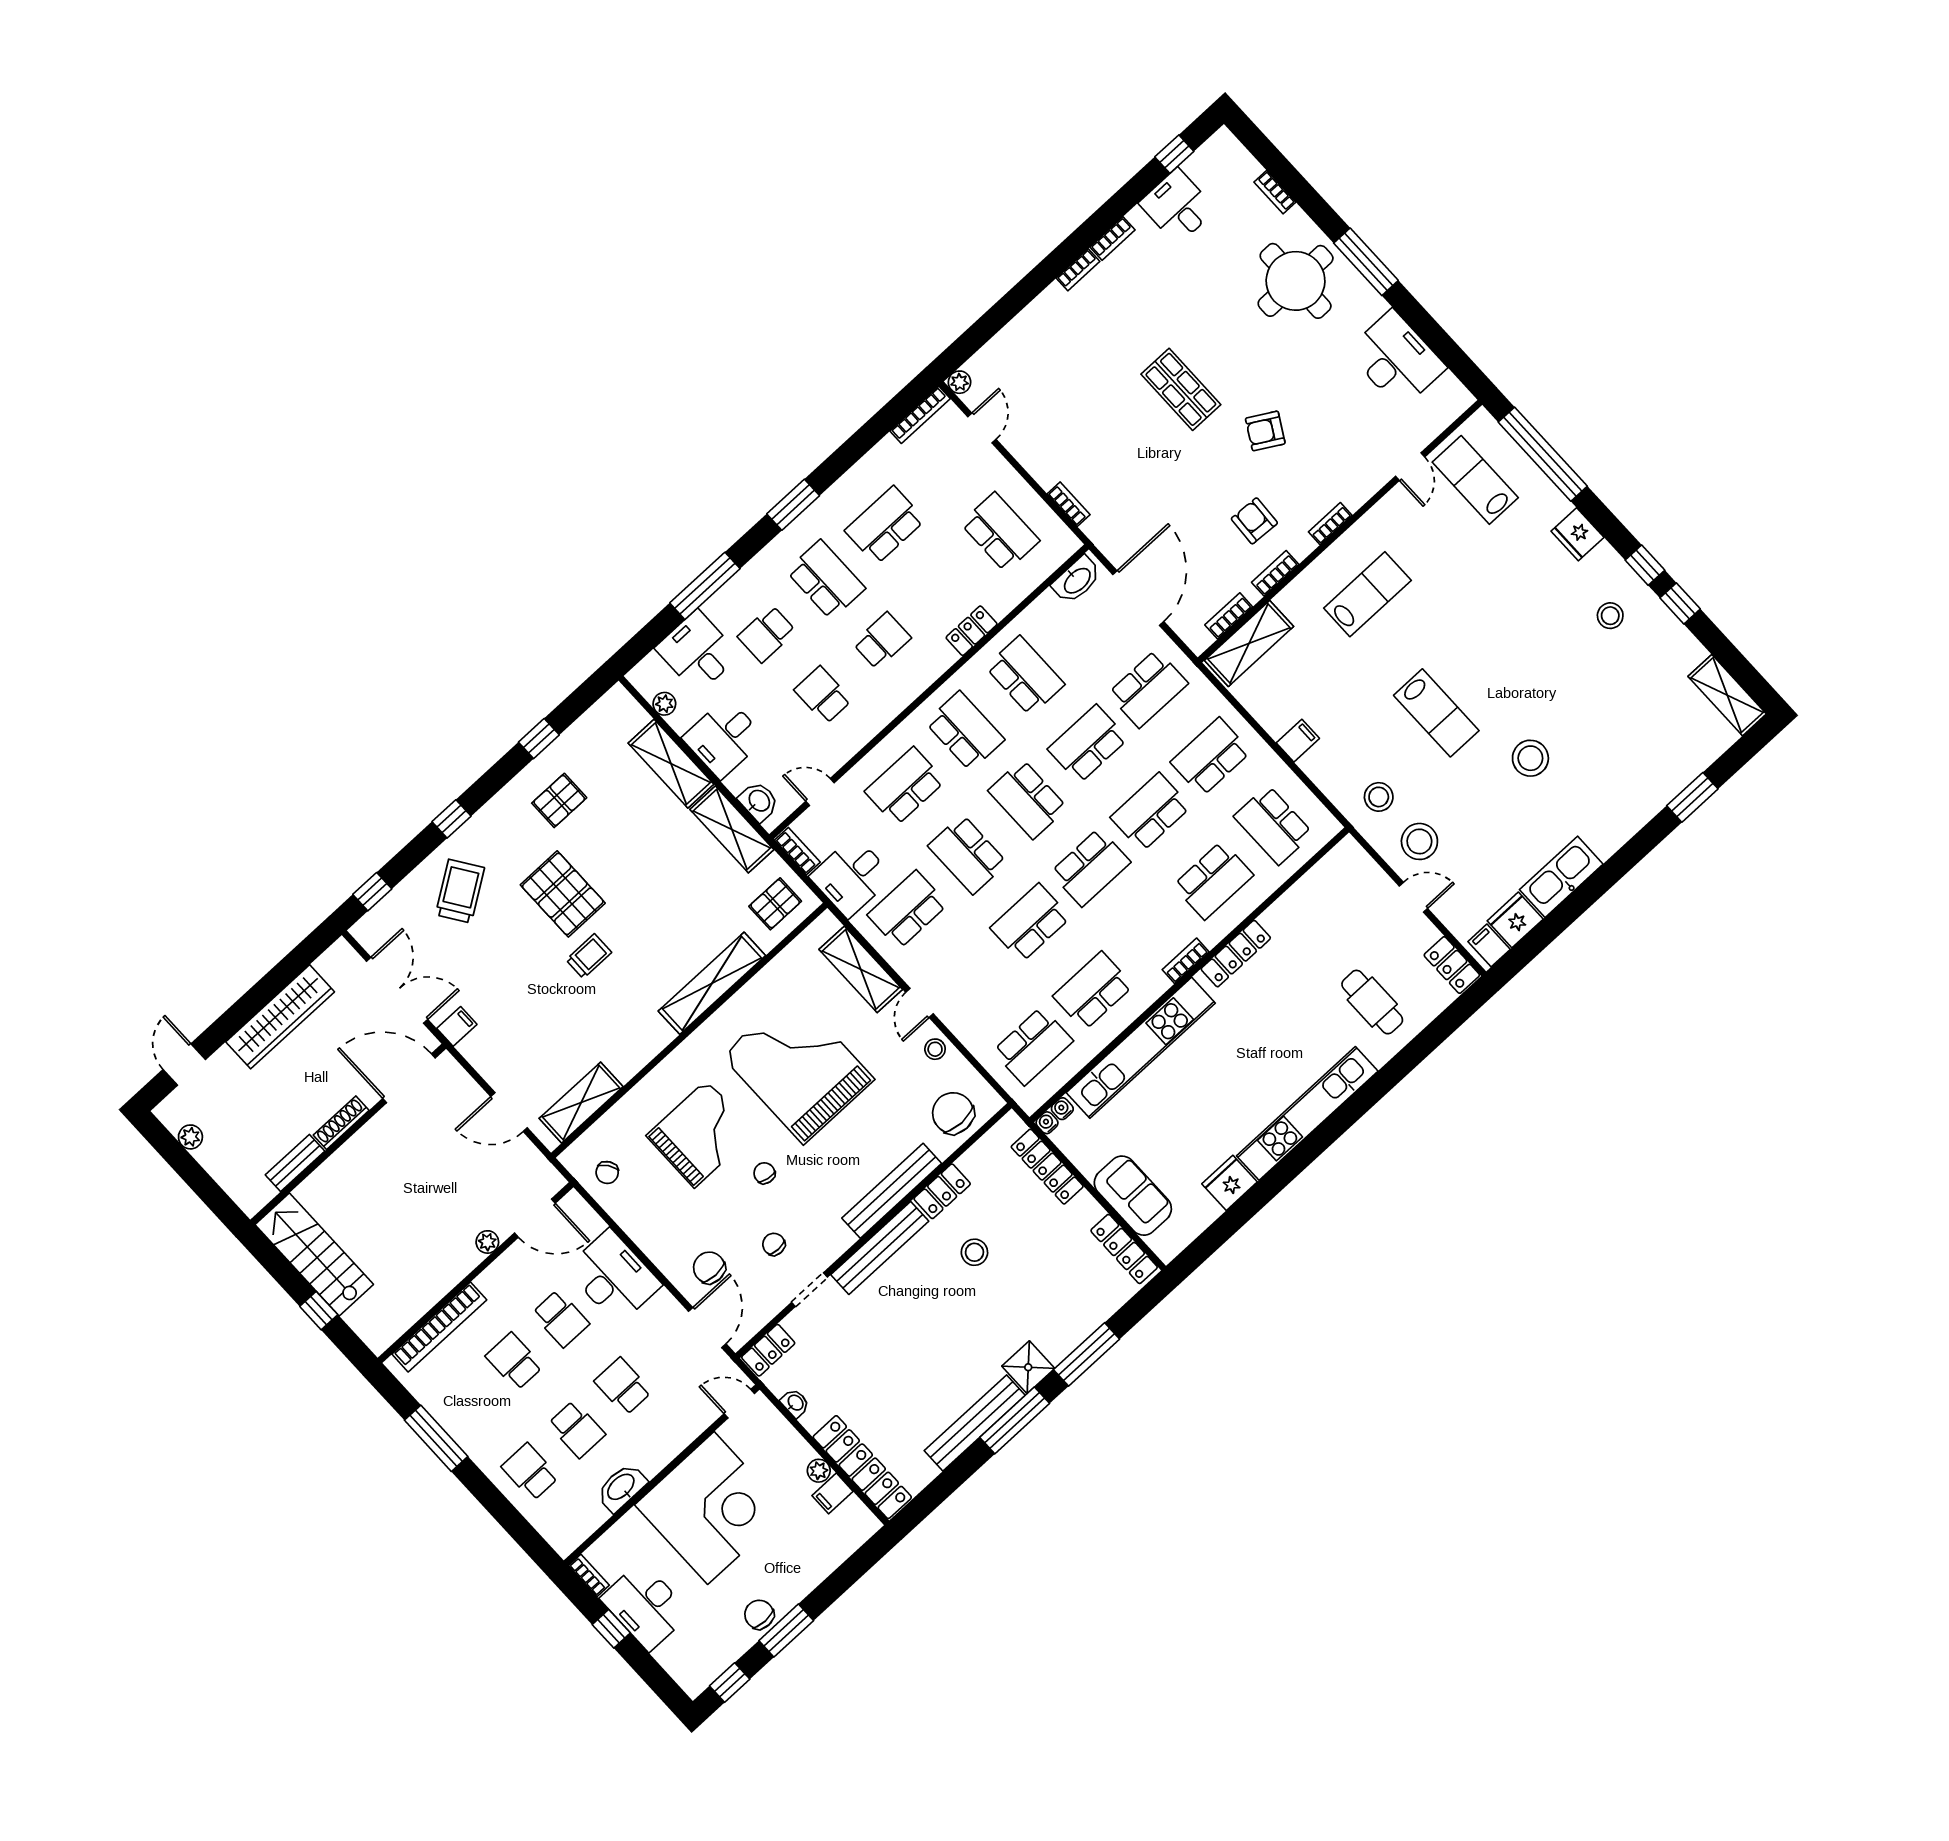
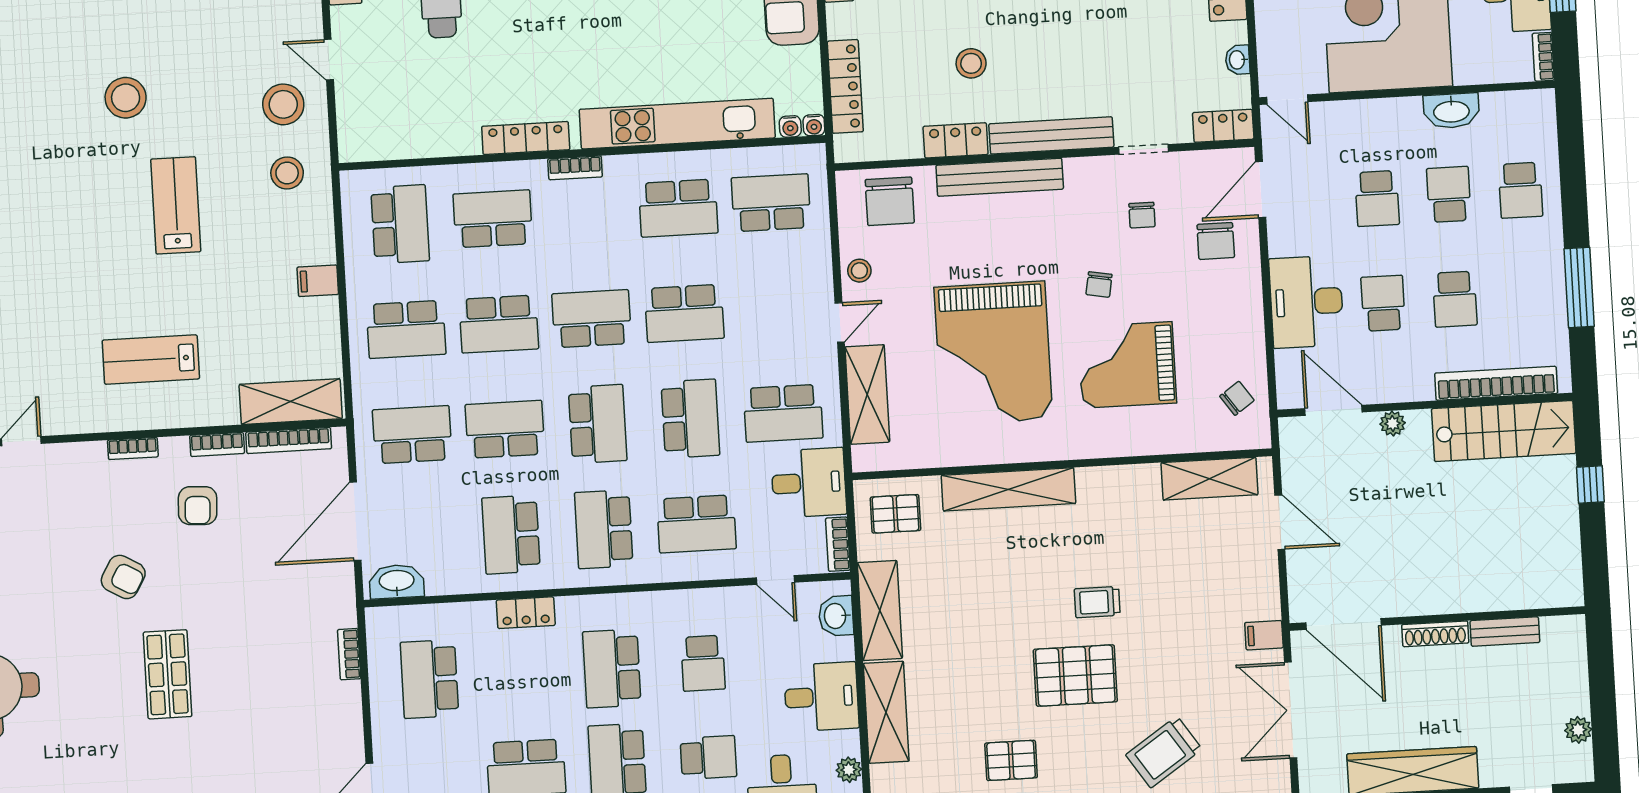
bookcase: (1229, 616) -> (289, 440), width x1.56
school desk: (882, 641) -> (612, 668), width x1.85
school desk: (1088, 744) -> (505, 429), turned 180
pallet: (563, 894) -> (1075, 676), turned 90
stairs: (314, 1255) -> (1504, 431), moved, turned -90

